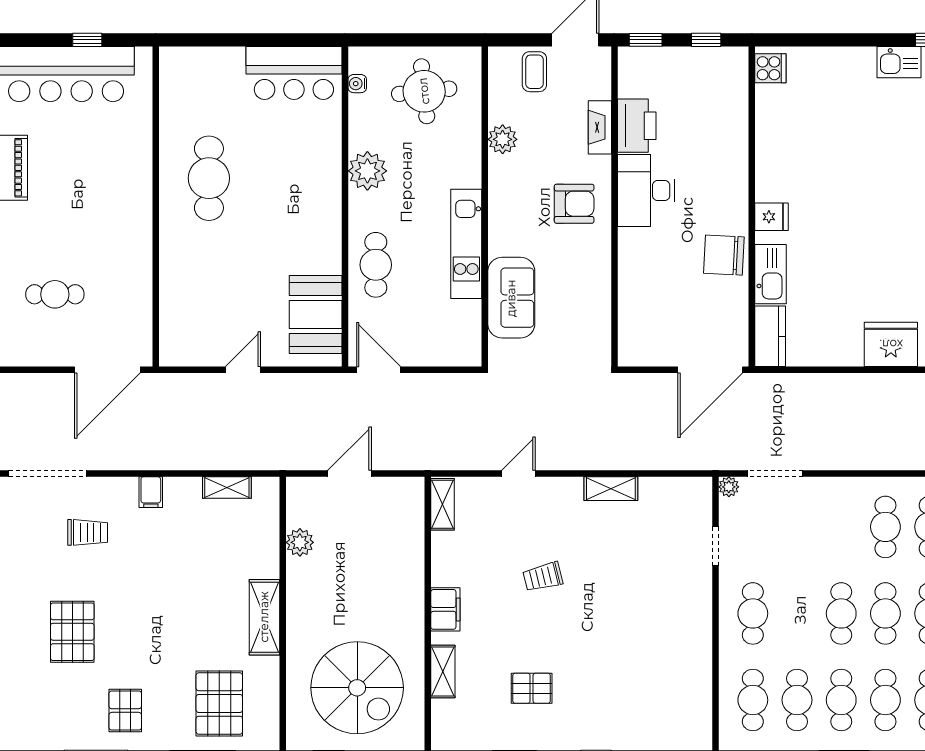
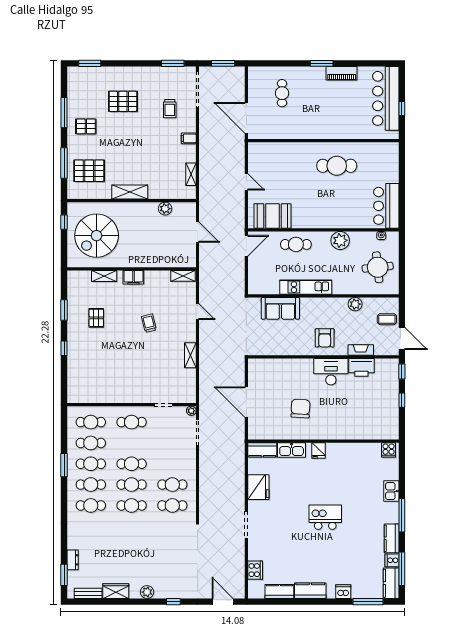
cooker: (770, 68) -> (389, 450), moved
wall: (752, 207) -> (323, 441), moved
fridge: (771, 217) -> (319, 450), moved
kitchen sink: (771, 274) -> (292, 450), moved
kitchen counter: (770, 336) -> (262, 450), moved

